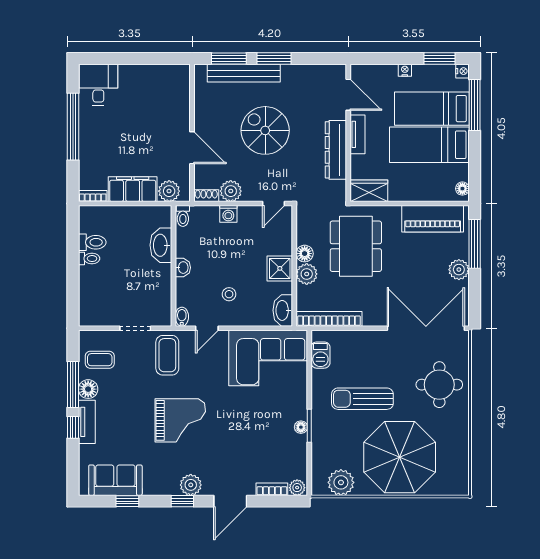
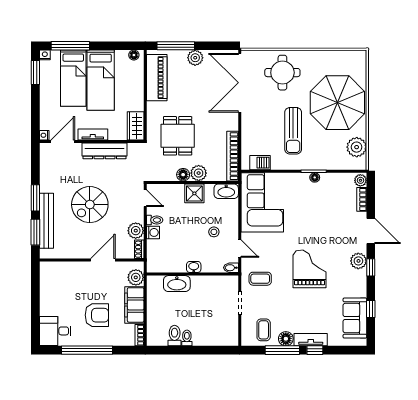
nightstand: (405, 70) -> (44, 135), moved
armchair: (119, 140) -> (97, 315), added
toilet: (183, 216) -> (155, 220), moved
dining table: (356, 246) -> (178, 136), width x0.73
coffee table: (167, 355) -> (260, 279), width x0.73, depth x0.77

